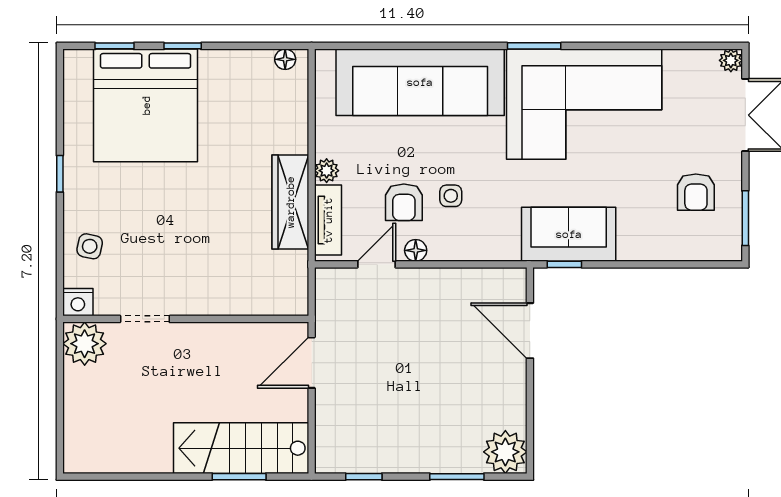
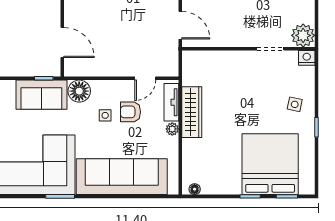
armchair: (404, 202) -> (130, 112), turned -90
side table: (90, 246) -> (295, 104), moved
floor lamp: (416, 250) -> (79, 91), moved, width x1.89, depth x1.89
door: (312, 363) -> (180, 25), hinge flipped

